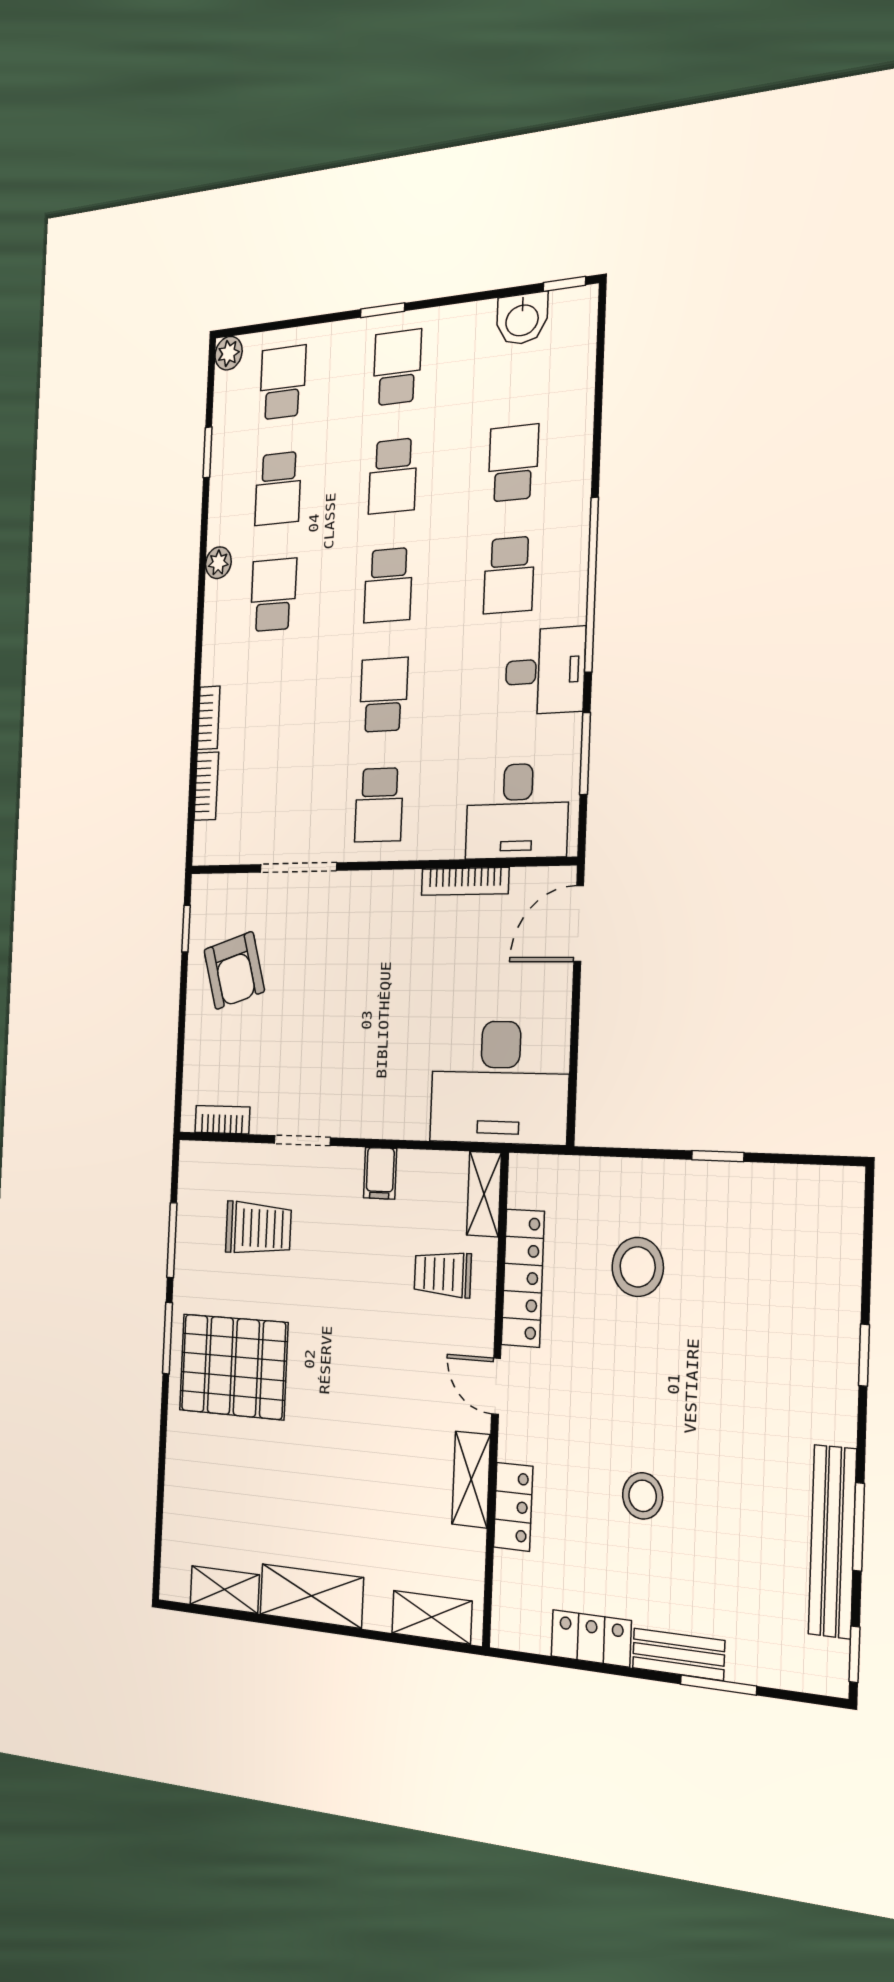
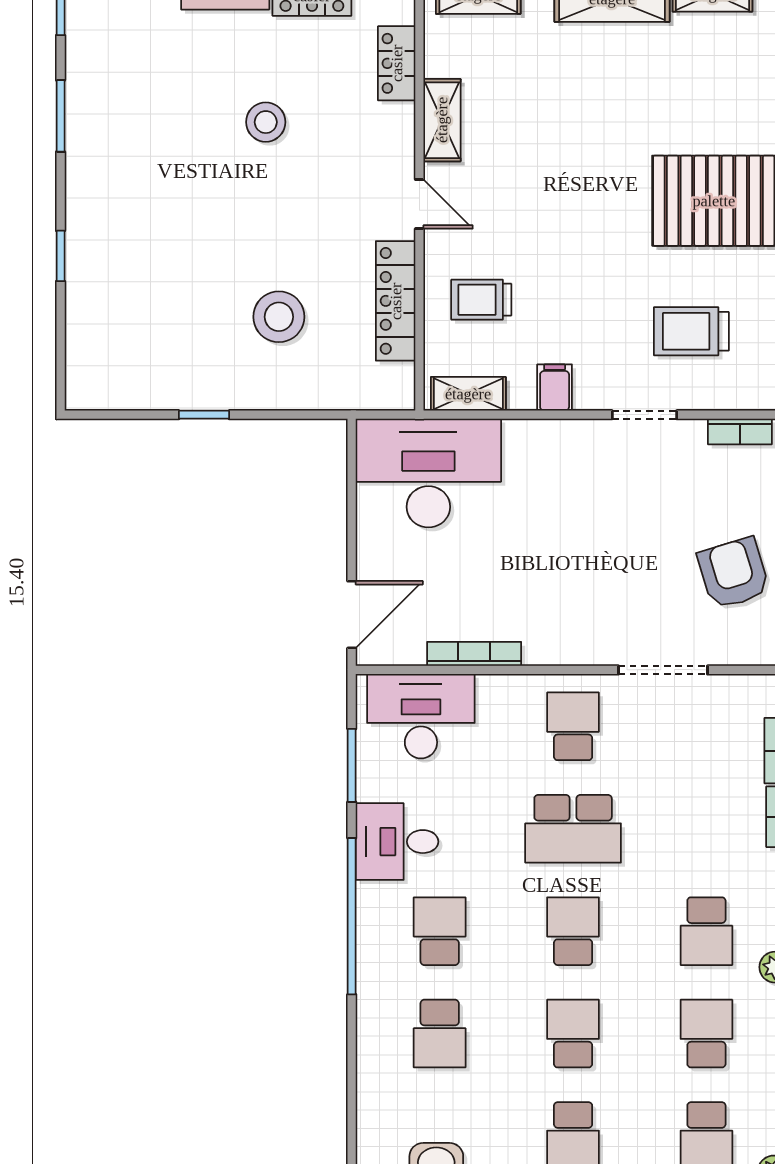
school desk: (384, 695) -> (573, 829), width x1.85
shelving: (484, 1194) -> (468, 394), moved, turned 90
trolley: (443, 1274) -> (481, 300), turned 180
locker: (513, 1507) -> (397, 63), moved
bench: (832, 1541) -> (84, 102), removed

